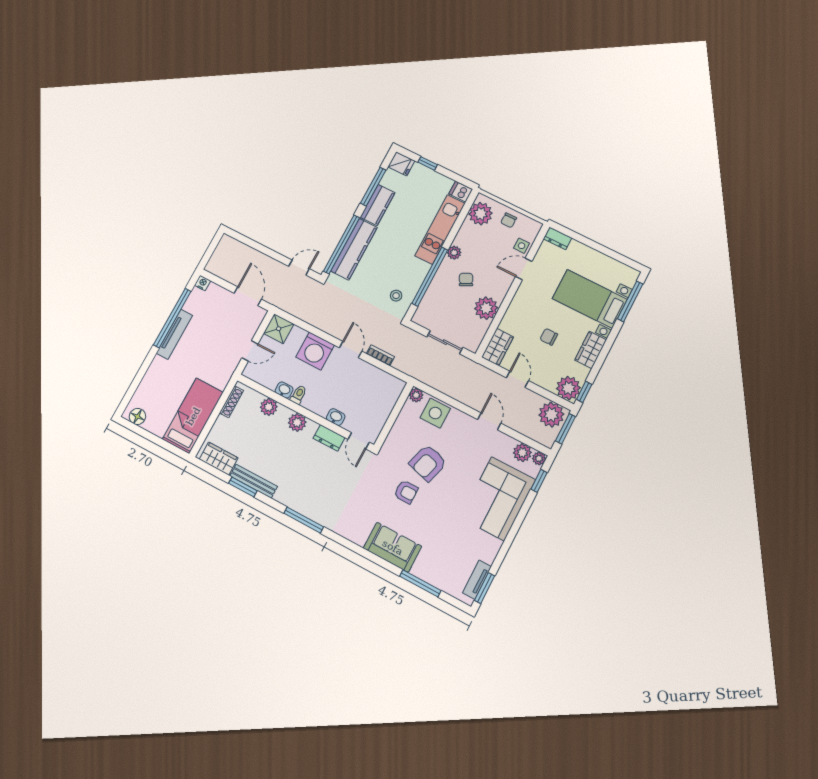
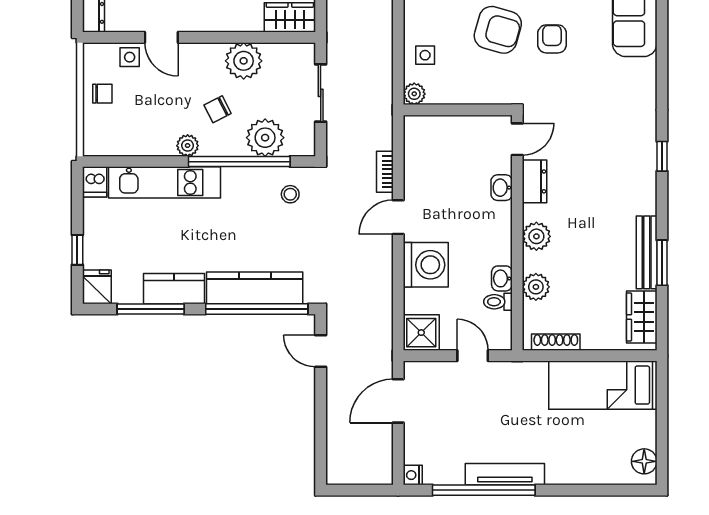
plant: (481, 214) -> (265, 138), moved
toilet: (298, 395) -> (498, 302), moved
side table: (435, 413) -> (425, 55), width x0.54, depth x0.54
window: (304, 520) -> (662, 156), width x0.46

